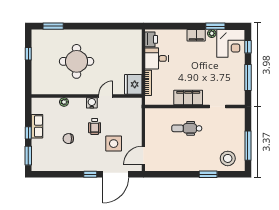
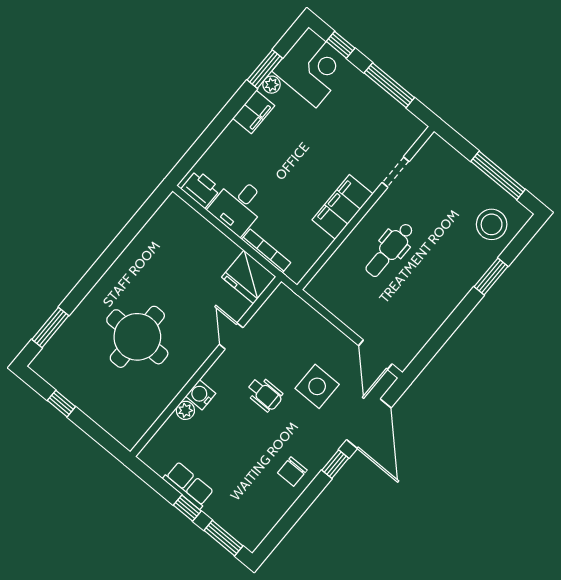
water cooler: (92, 103) -> (201, 395), moved
chair: (68, 139) -> (292, 471), moved

